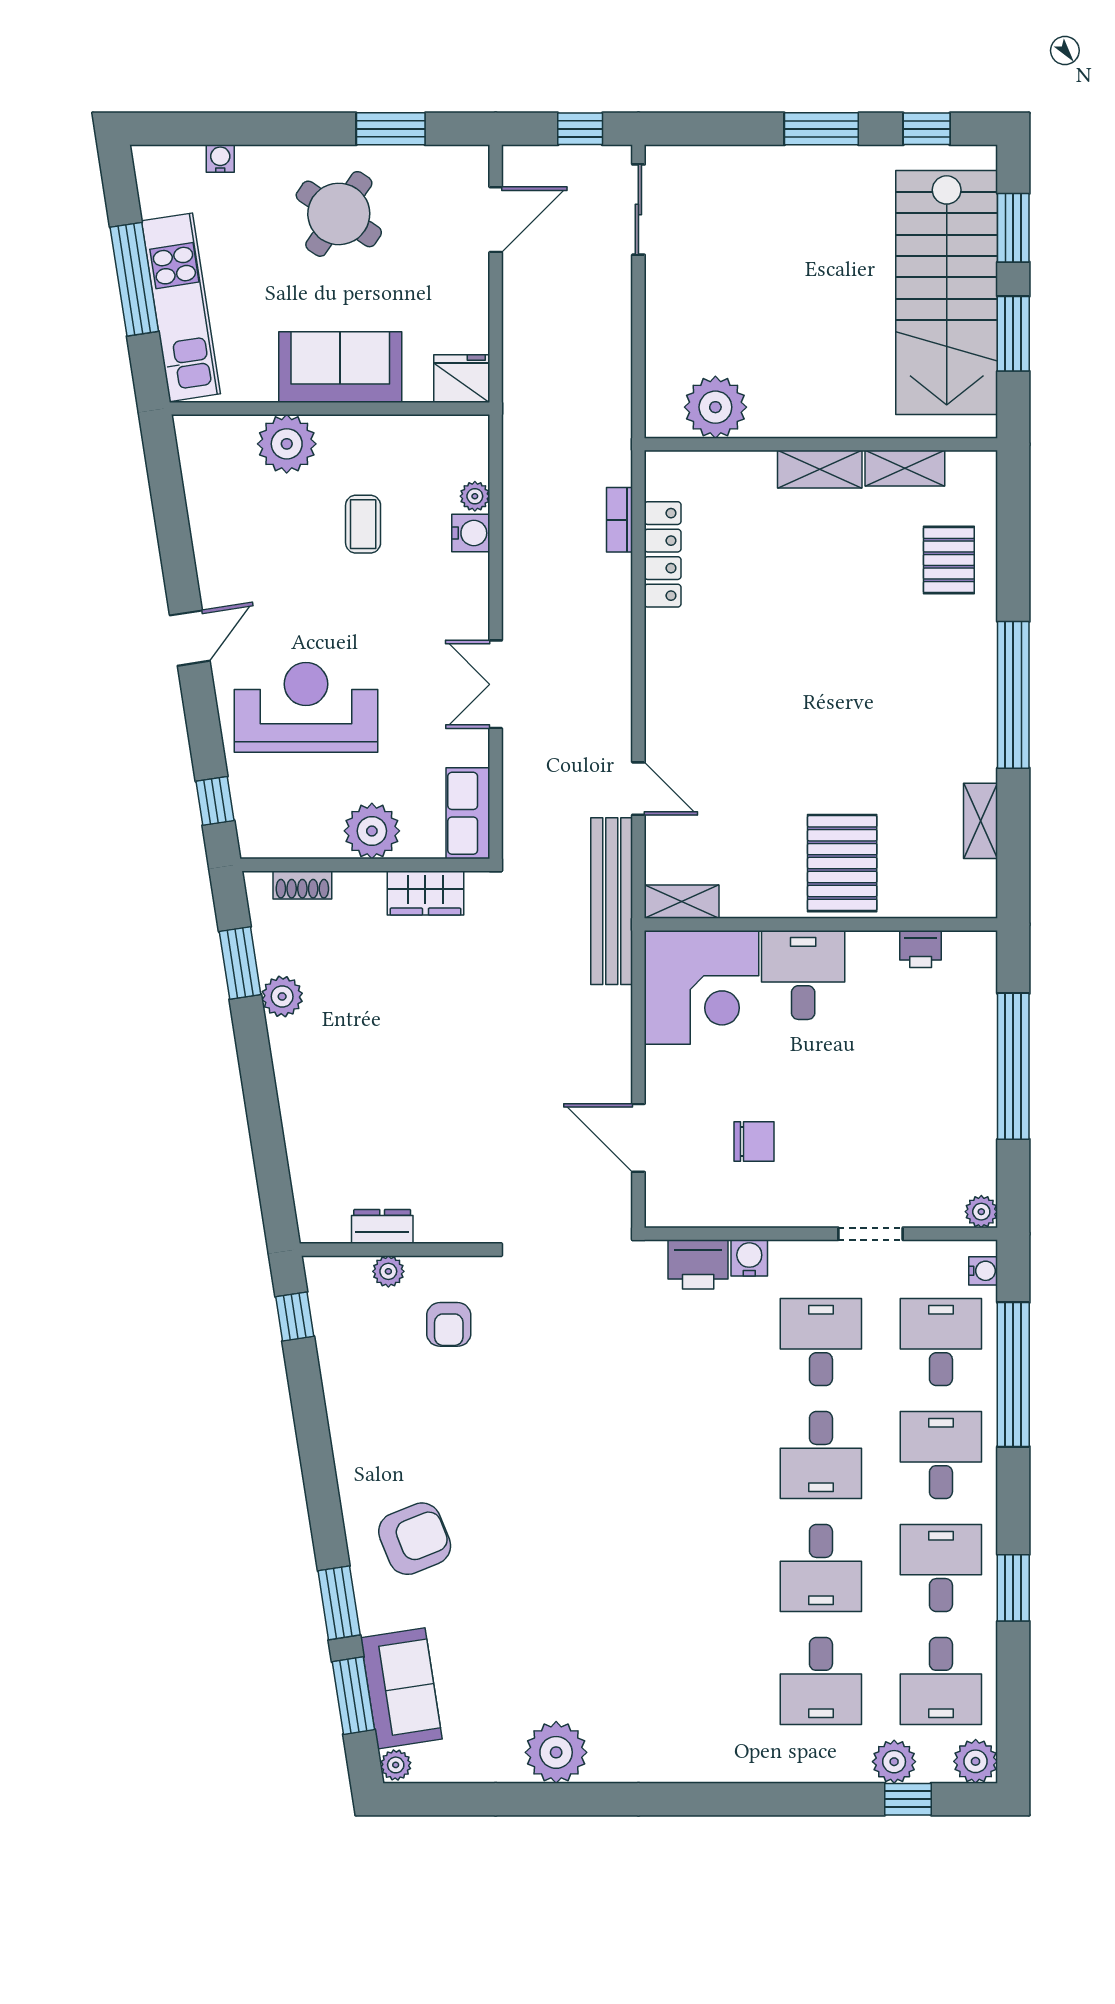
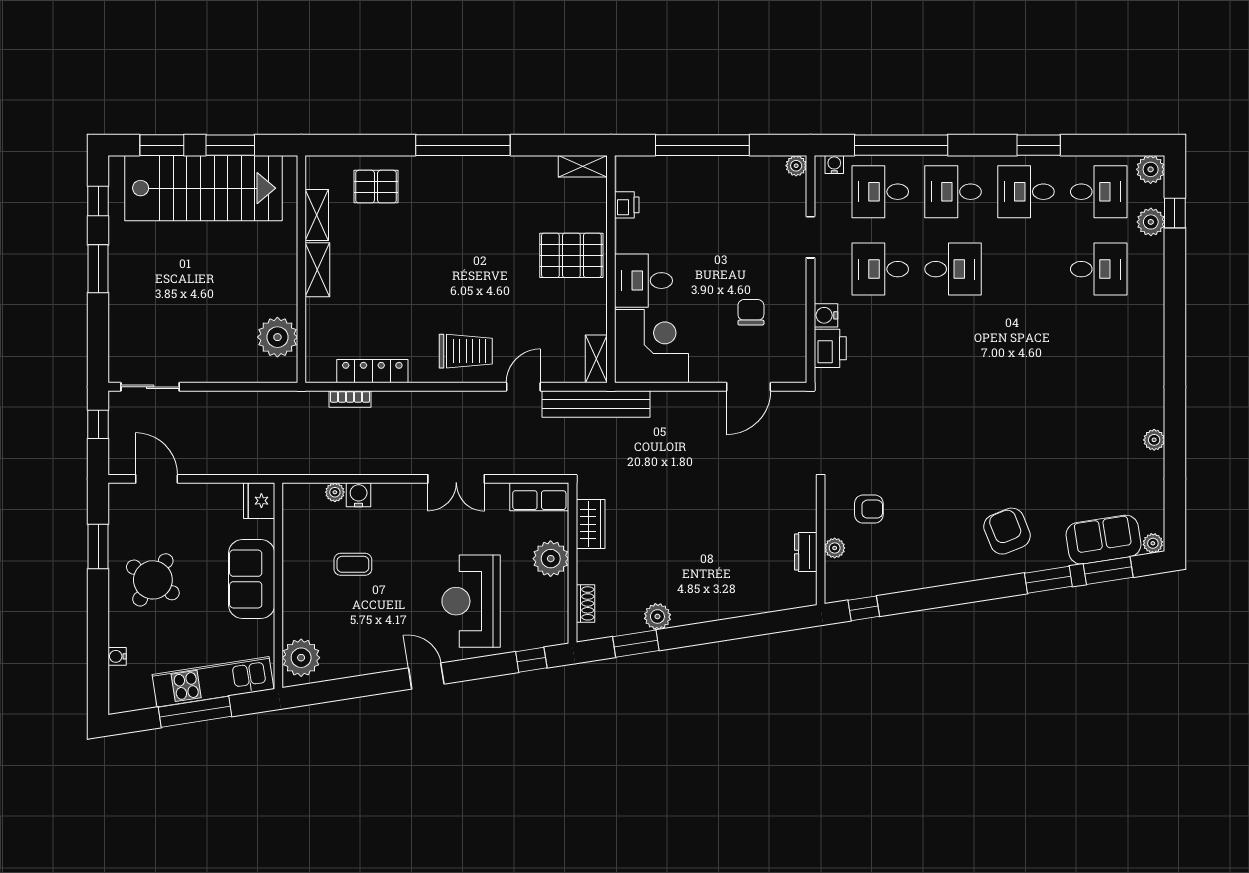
plant: (287, 444) -> (301, 658), moved
trolley: (694, 699) -> (466, 351), added
shelving: (981, 821) -> (583, 166), moved
desk: (821, 1568) -> (1026, 269), removed
plant: (556, 1752) -> (1154, 440), width x0.53, depth x0.53

